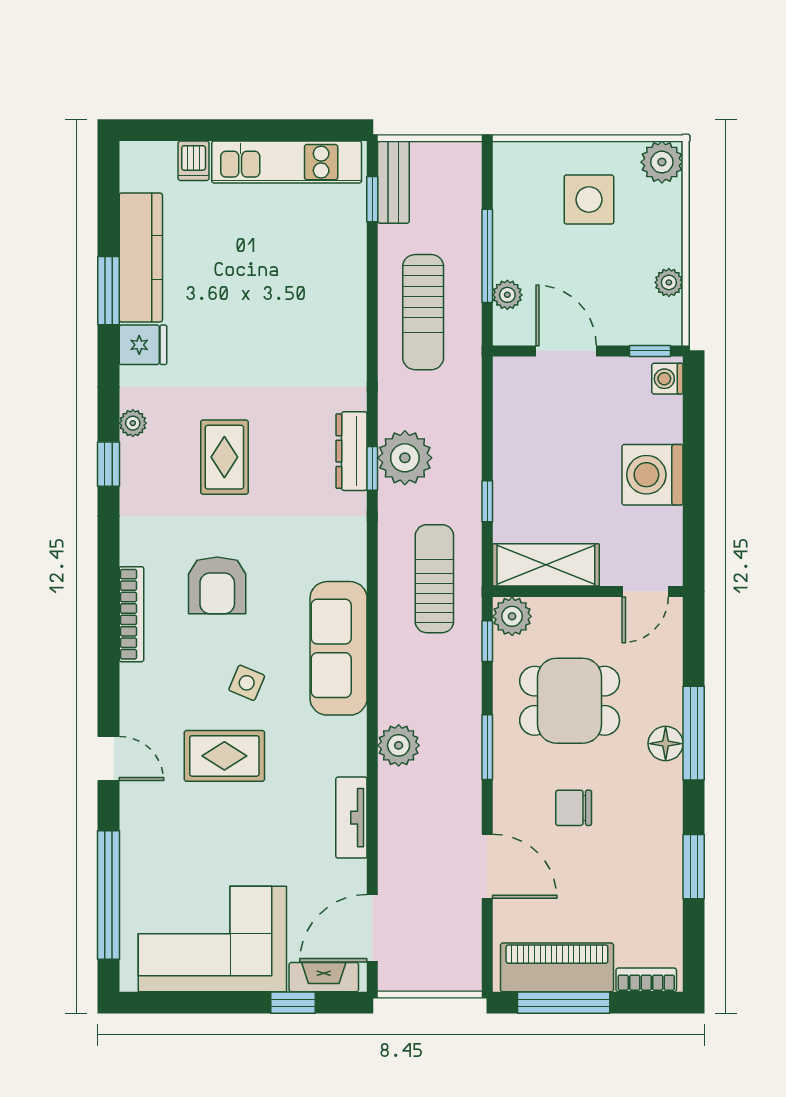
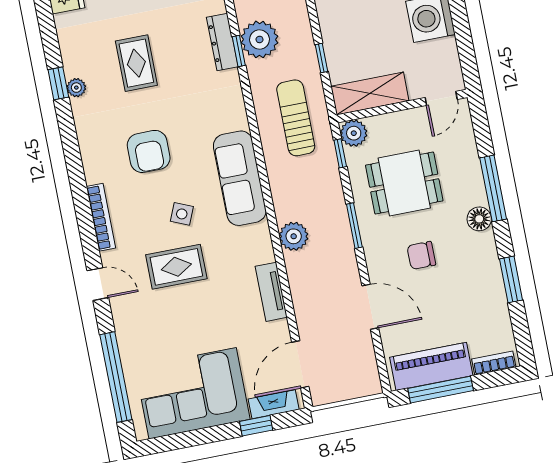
plant: (133, 423) -> (76, 88), moved
bookcase: (131, 614) -> (101, 217), moved
floor lamp: (666, 744) -> (479, 219), moved

